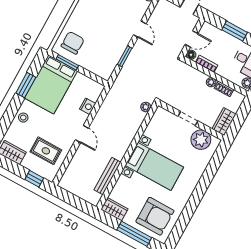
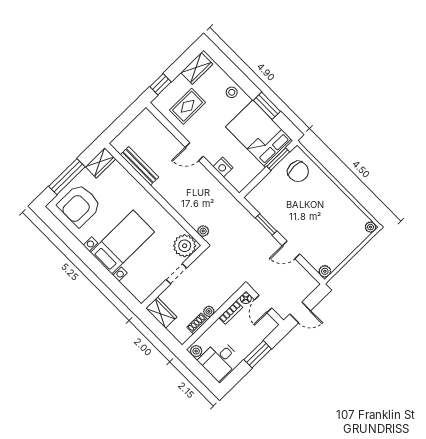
plant: (201, 140) -> (185, 246), moved
bed with nightstands: (154, 166) -> (122, 242), moved, turned 180

